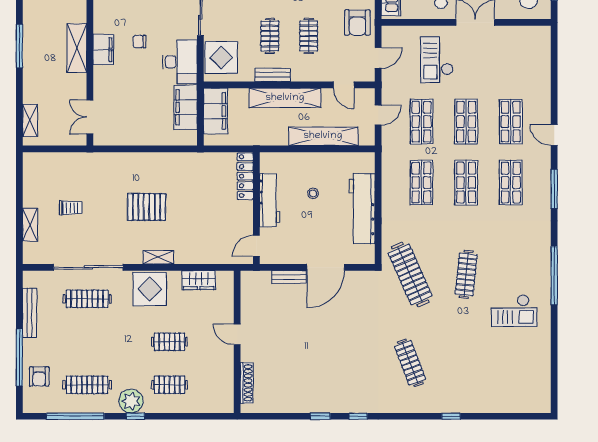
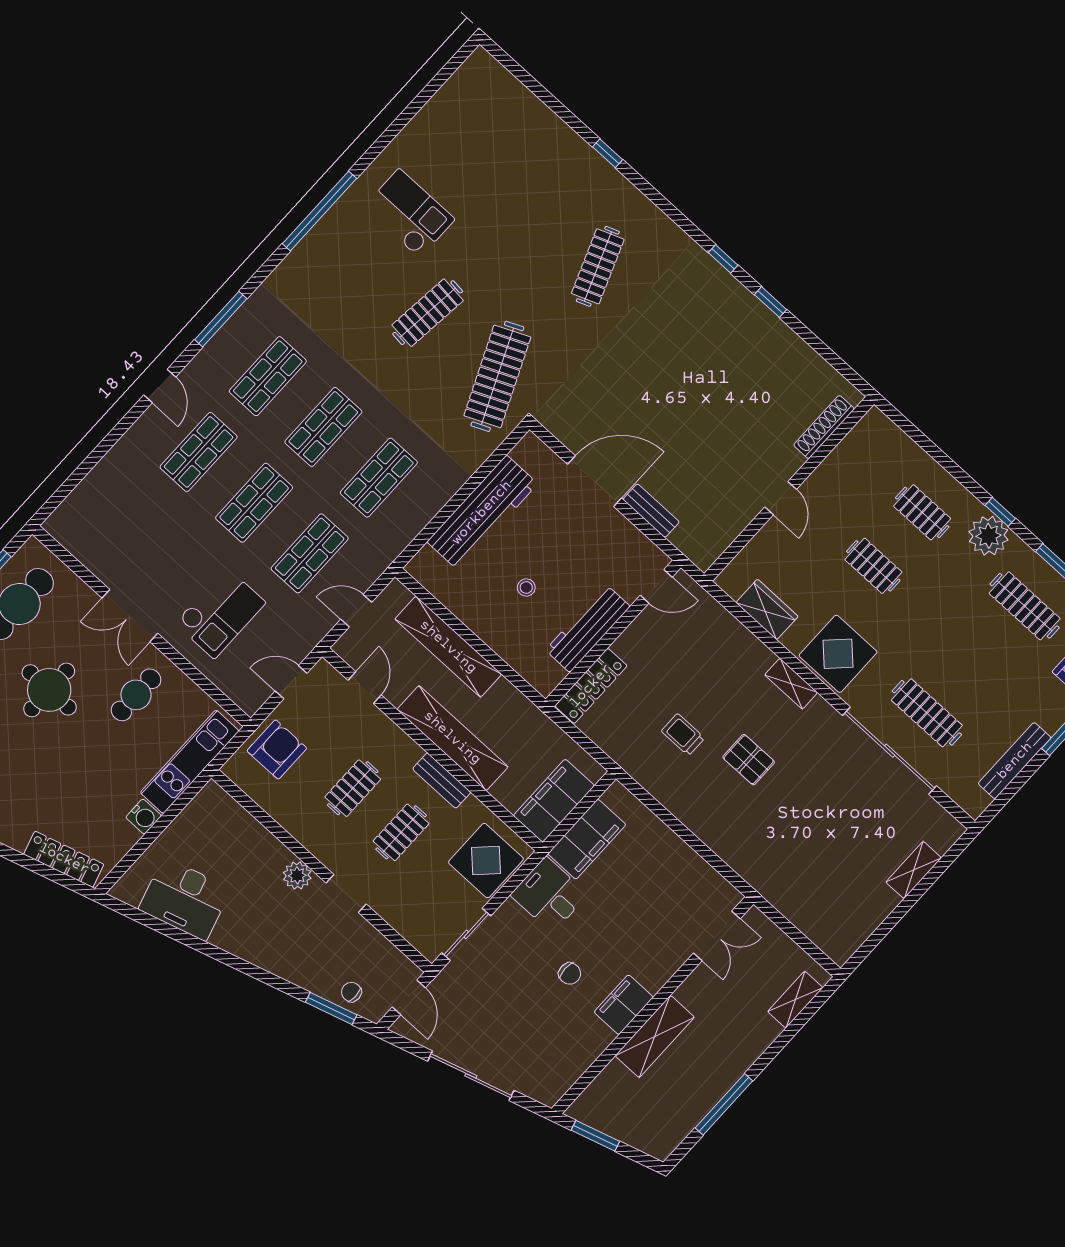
desk: (180, 62) -> (549, 895), width x0.73
pallet: (147, 207) -> (749, 760), width x0.67, depth x0.71
trolley: (71, 208) -> (683, 735), moved

